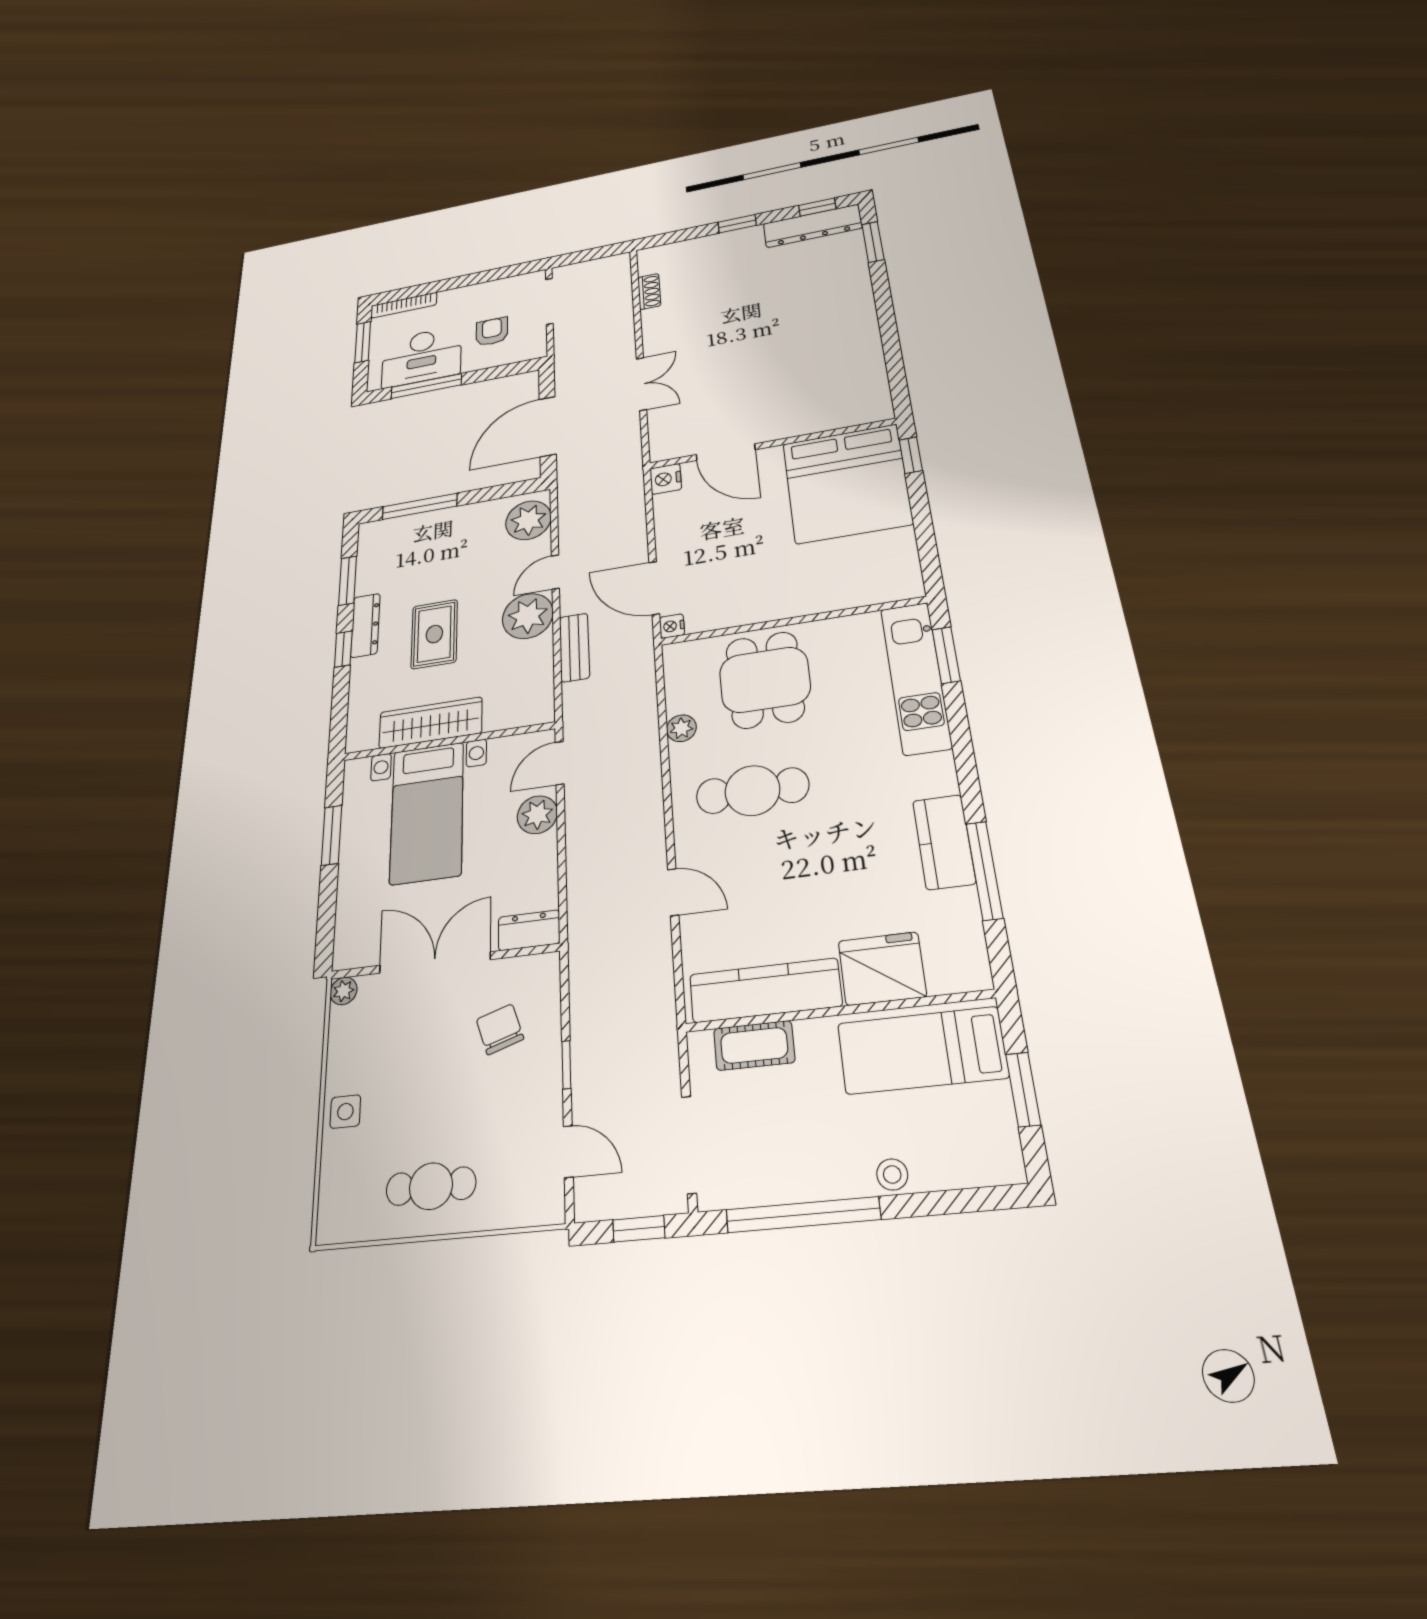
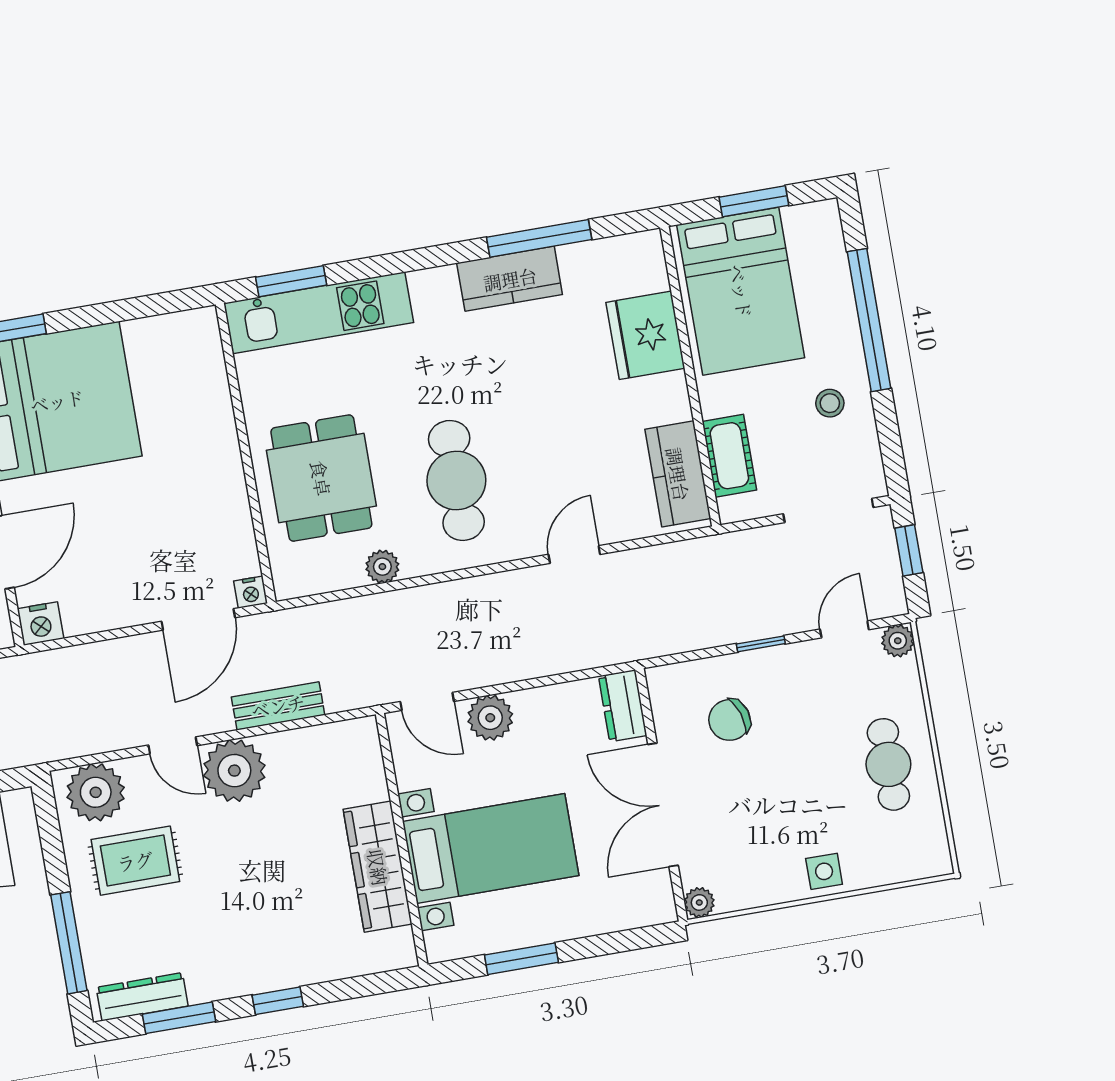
dresser: (365, 625) -> (142, 997), moved
rug: (434, 634) -> (135, 861), moved
dining table: (765, 680) -> (321, 478), turned 90
kitchen counter: (765, 990) -> (678, 474), width x0.67
bed: (922, 1050) -> (741, 291), width x1.50
stool: (892, 1174) -> (830, 403), moved
plant: (549, 1208) -> (898, 641), added
window: (803, 1215) -> (869, 320), moved

